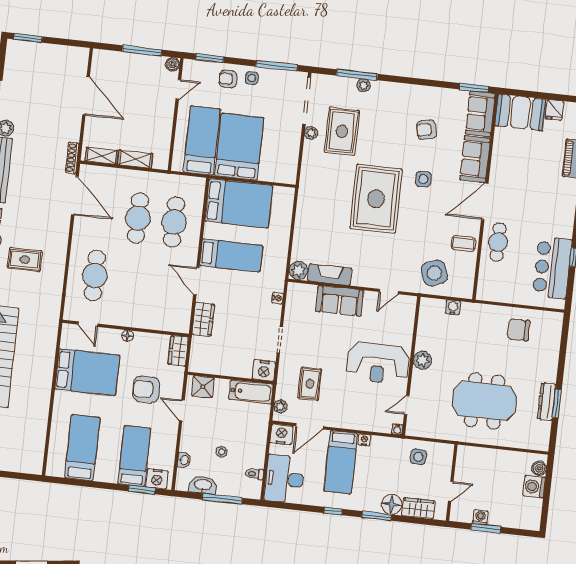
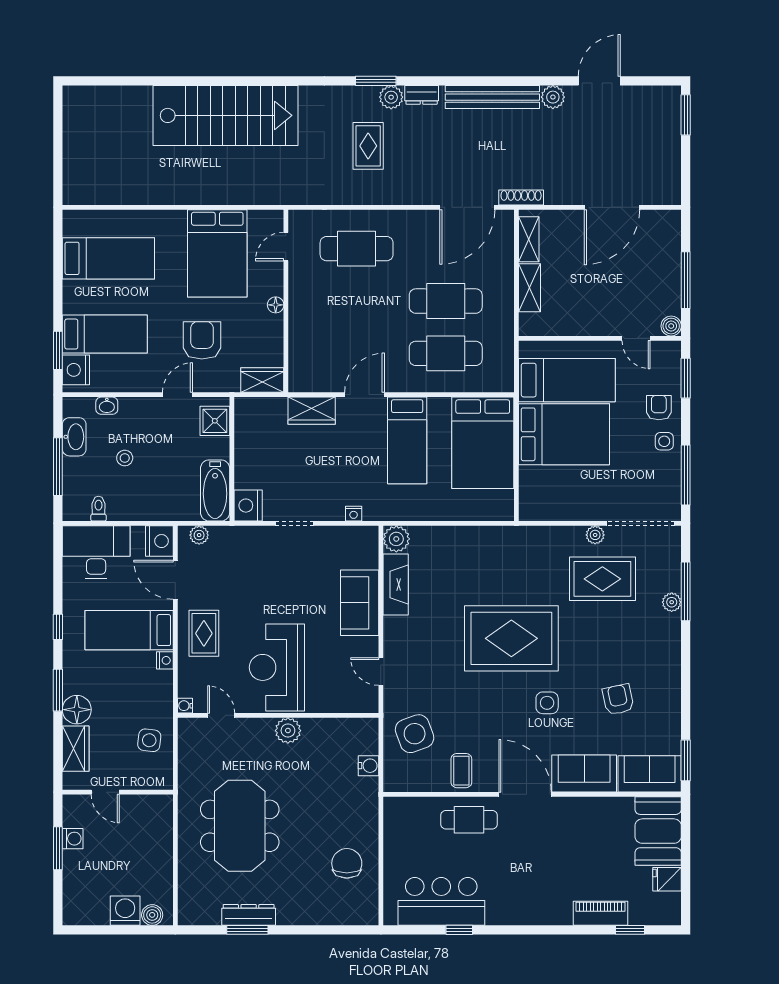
rug: (310, 384) -> (204, 633), moved, turned 90

